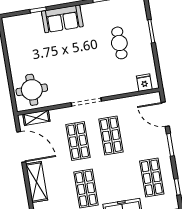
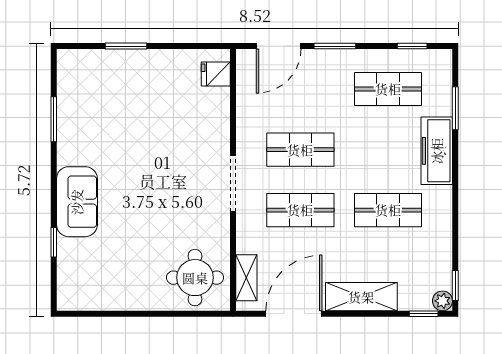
cafe table: (119, 43) -> (137, 107), removed

